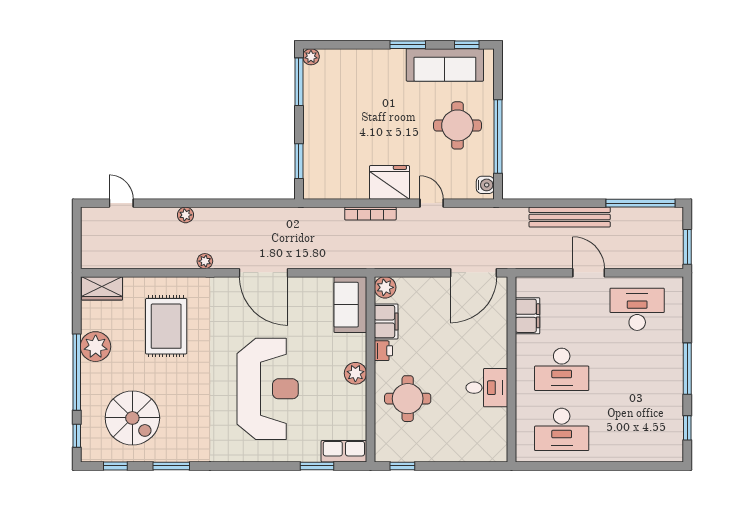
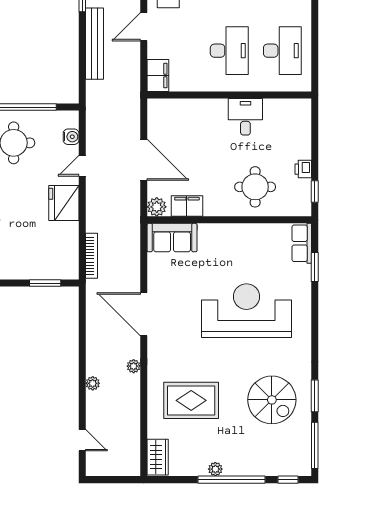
water cooler: (485, 185) -> (71, 137), moved, turned 90
door: (121, 203) -> (82, 440), swing flipped
bookcase: (370, 214) -> (91, 256), moved
door: (264, 273) -> (144, 314), swing flipped
door: (474, 273) -> (144, 160), moved
filing cabinet: (527, 316) -> (158, 76), moved, turned 90
plant: (96, 347) -> (215, 469), width x0.53, depth x0.53
printer: (383, 351) -> (303, 169), moved, turned -90
plant: (355, 373) -> (233, 233), removed
spiral stairs: (132, 418) -> (272, 400), moved, turned 90
window: (115, 466) -> (315, 445), width x2.17

